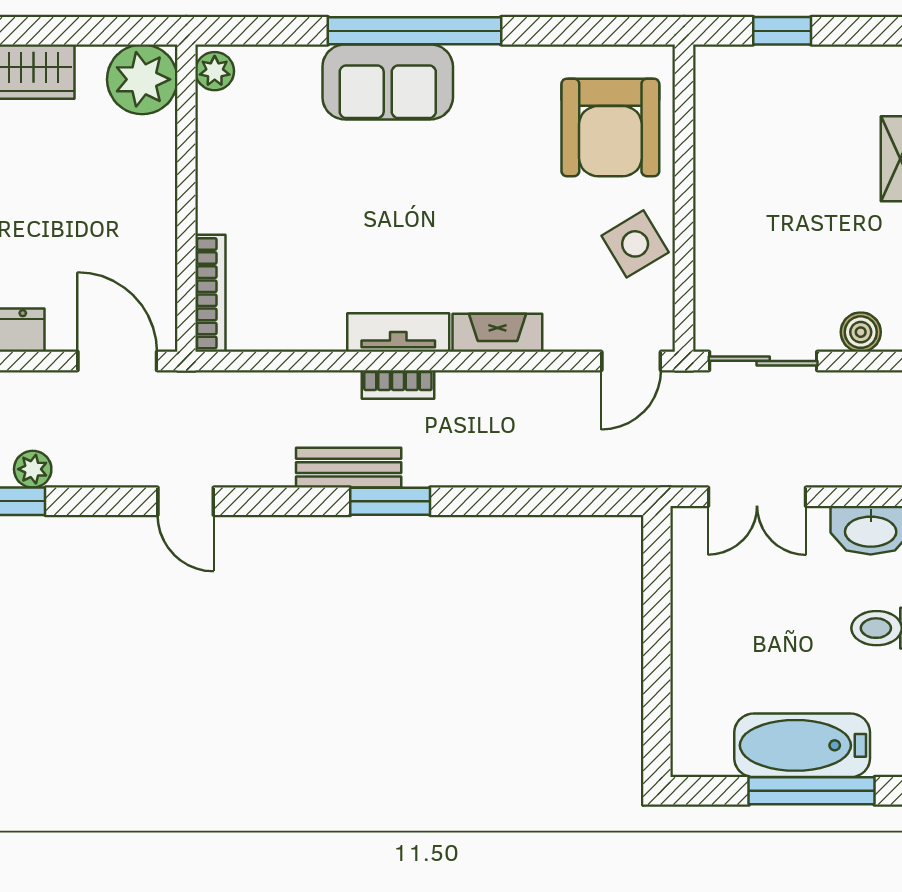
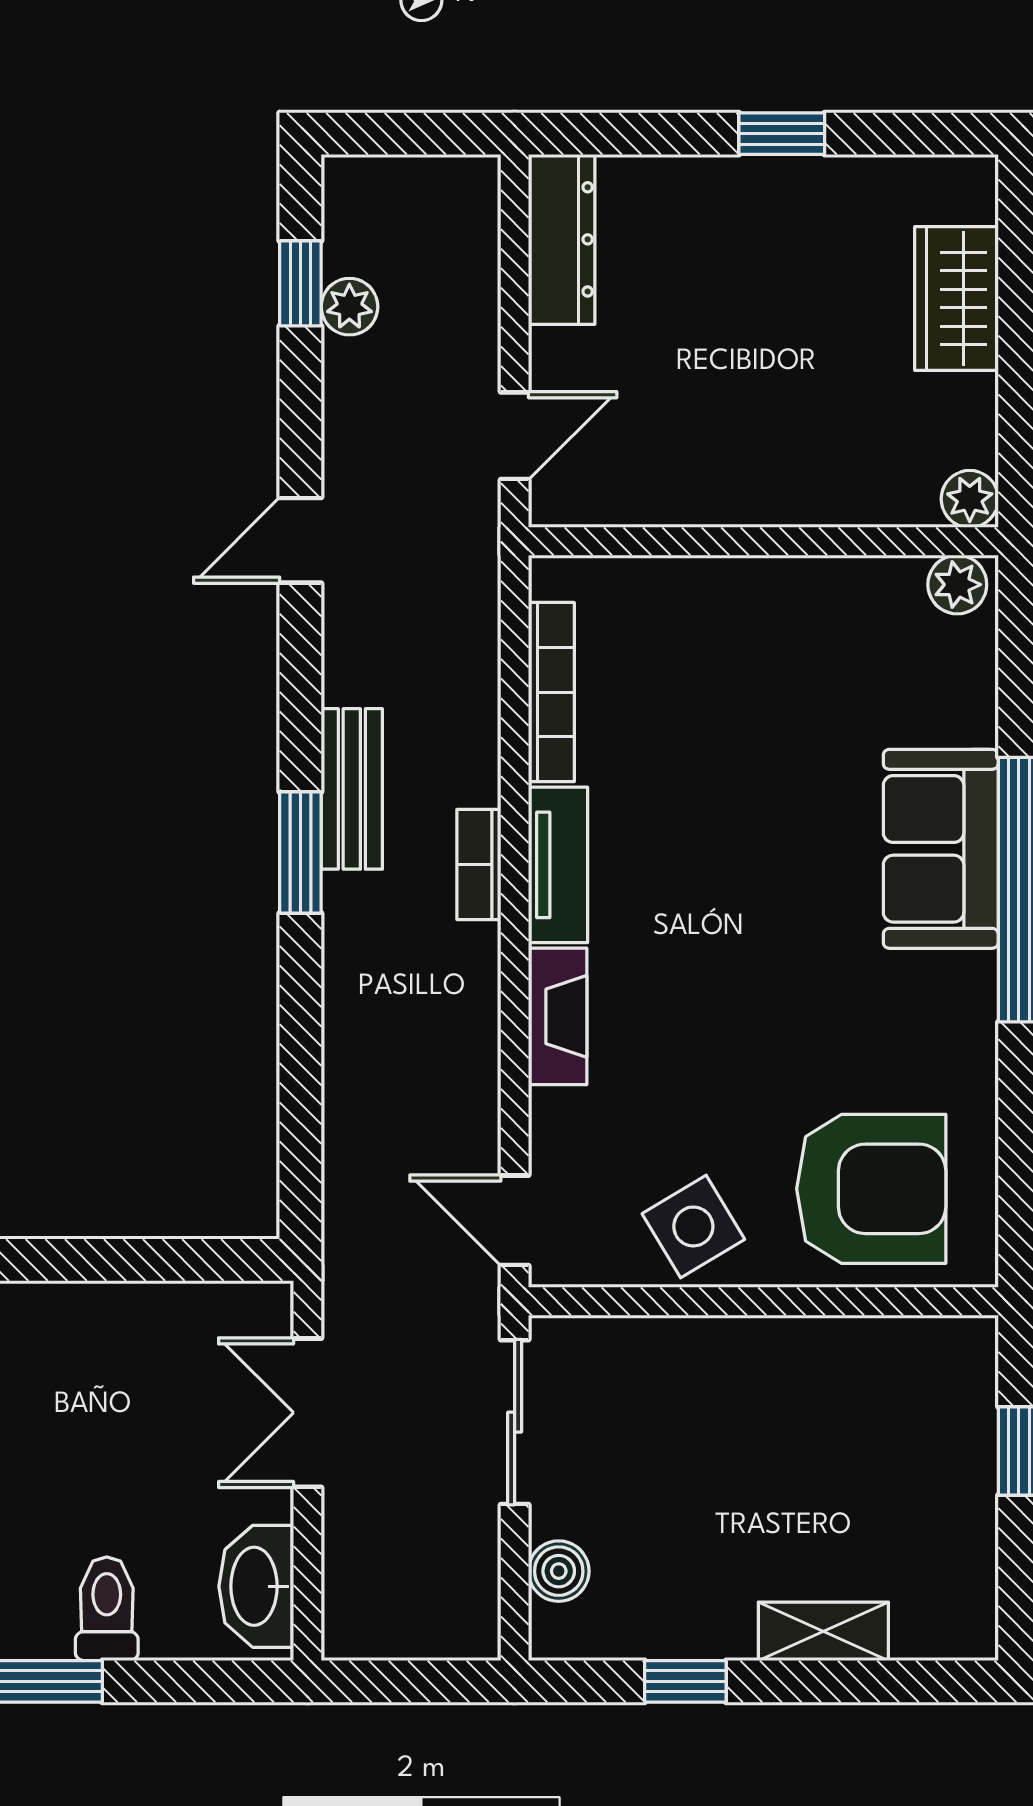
plant: (142, 79) -> (970, 499), width x0.53, depth x0.53
armchair: (610, 127) -> (871, 1189), turned 180
bookcase: (210, 293) -> (551, 692), moved, turned -90
door: (117, 361) -> (515, 436), width x0.73

